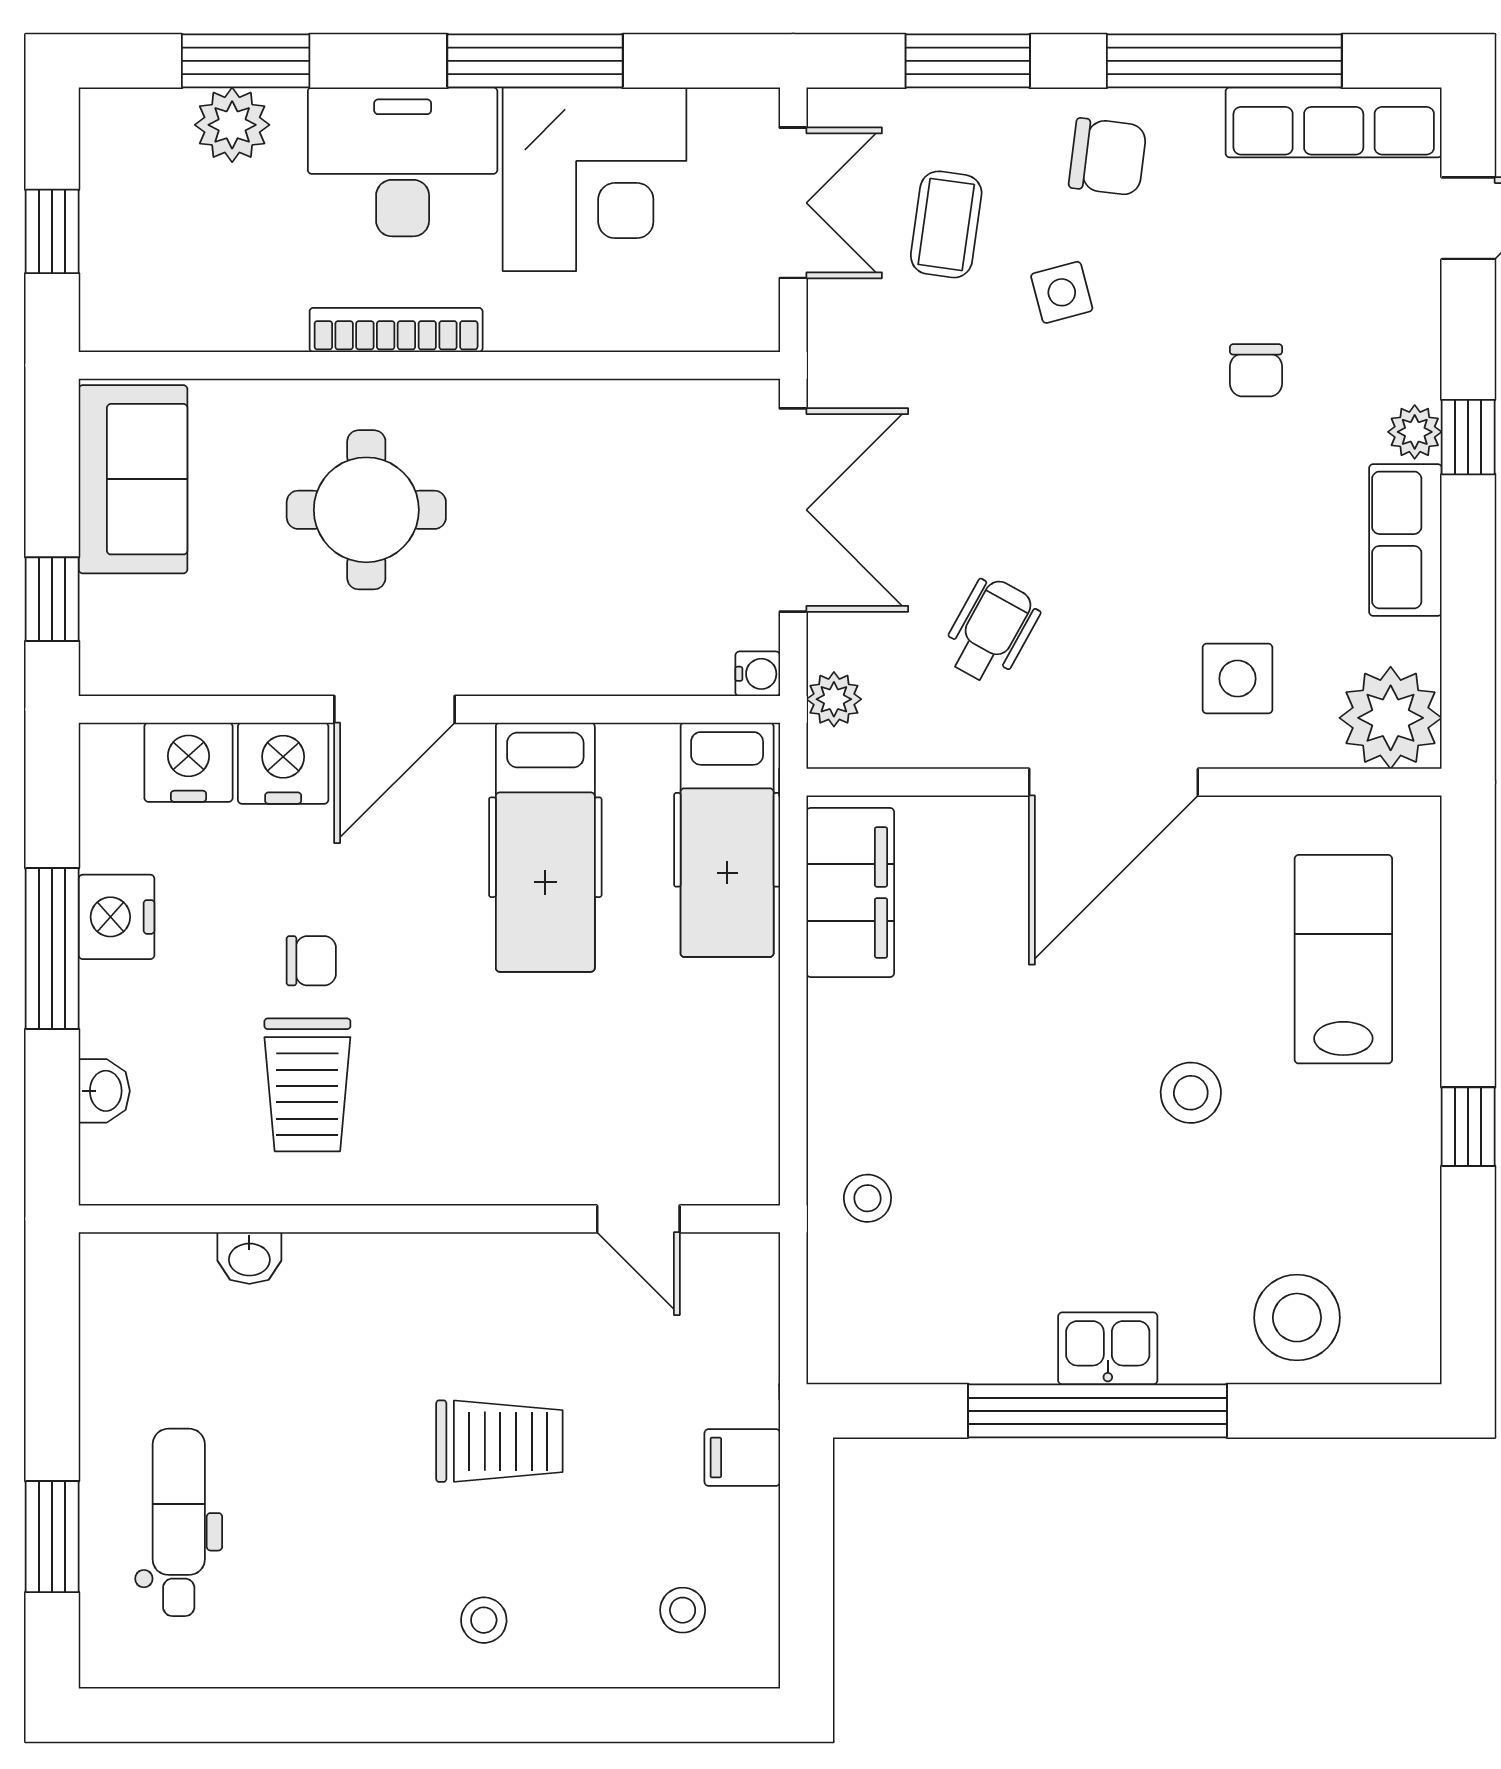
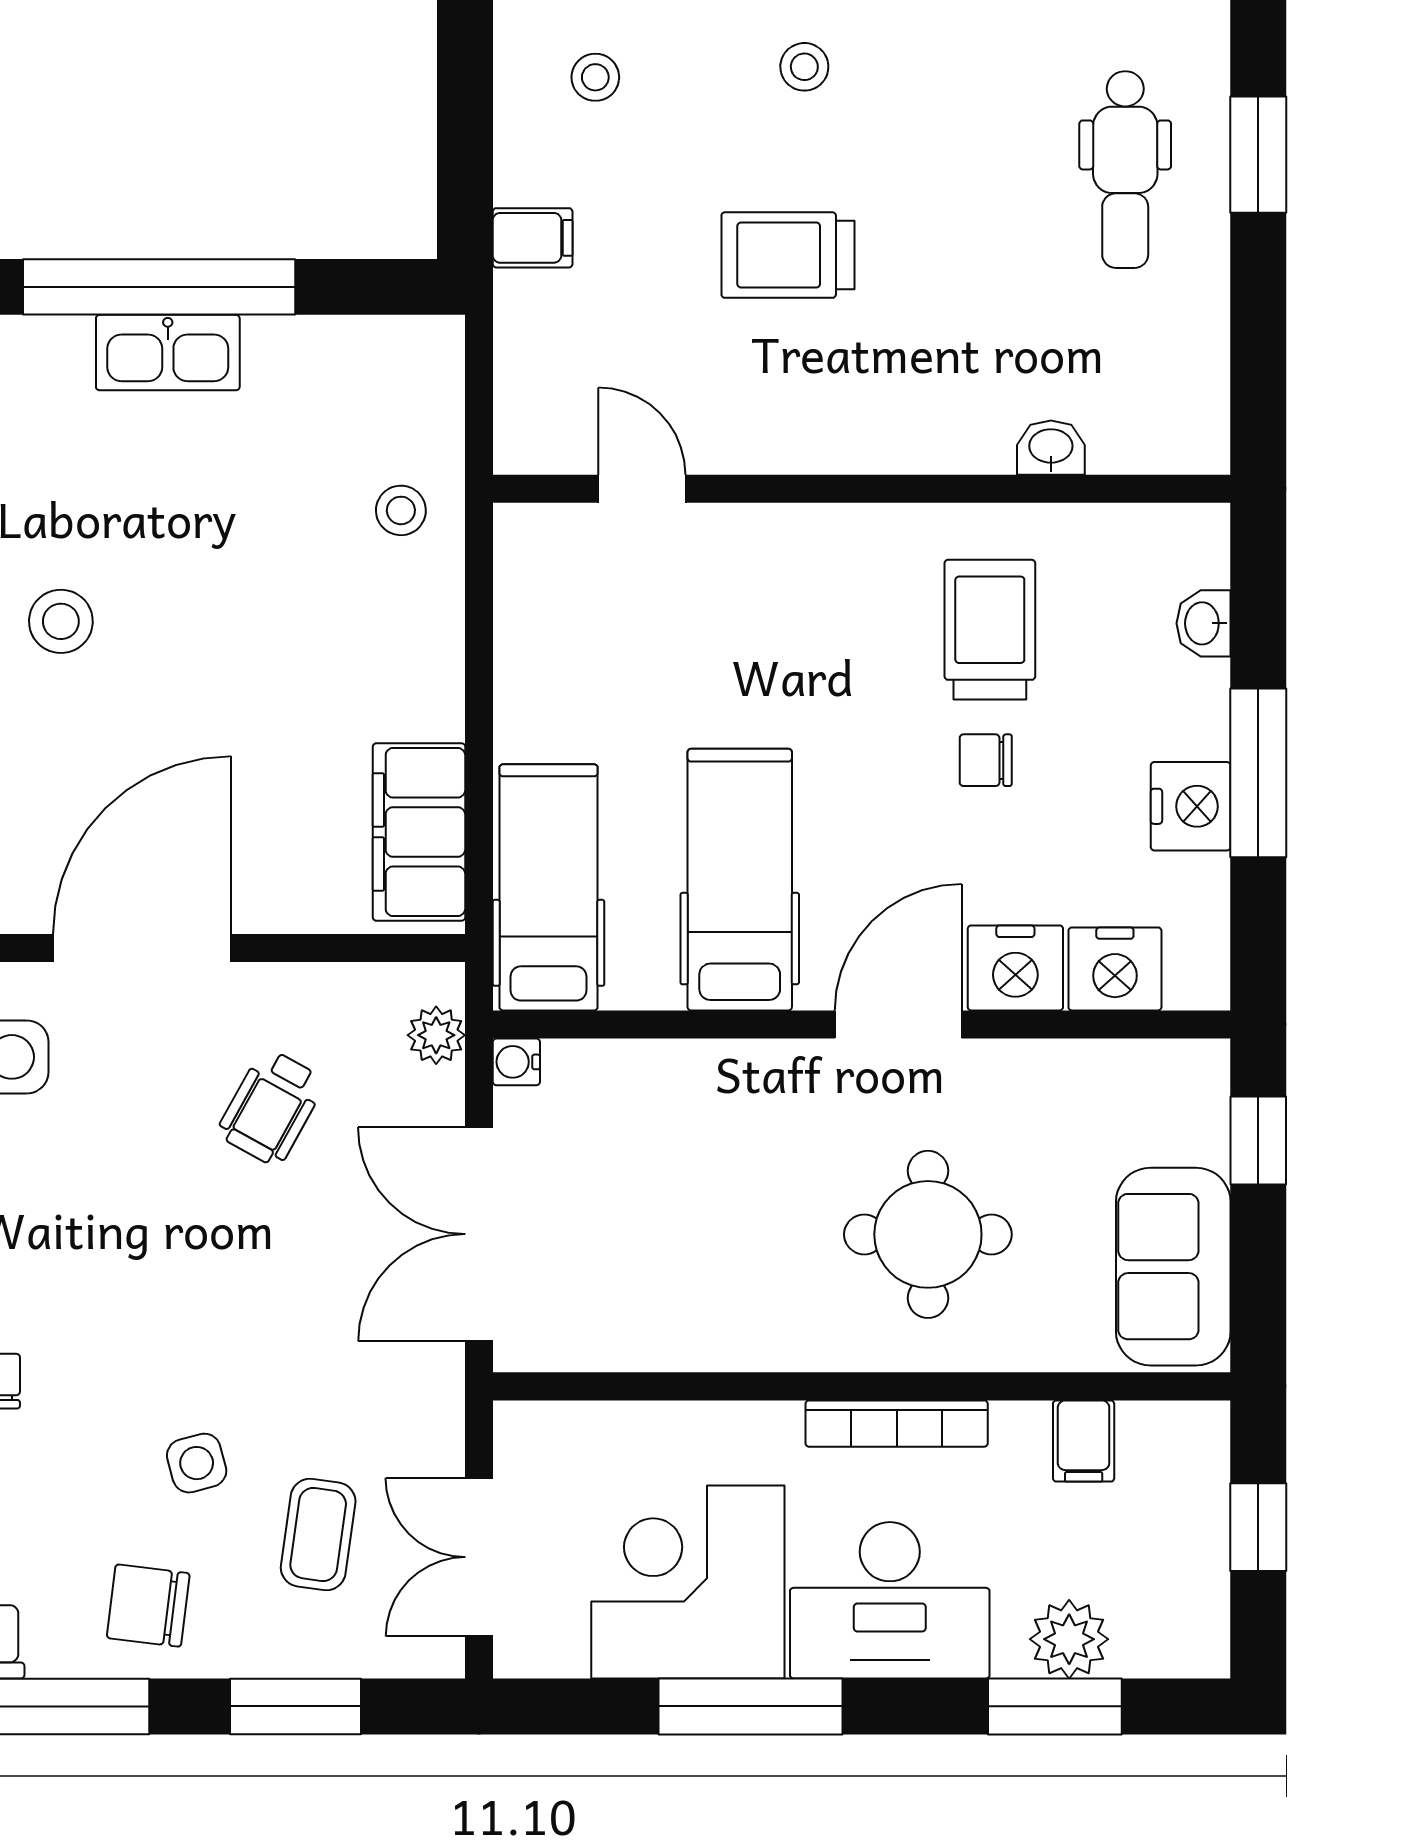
filing cabinet: (218, 313) -> (1084, 1441), added
kitchen sink: (1108, 1348) -> (168, 353), width x1.38

